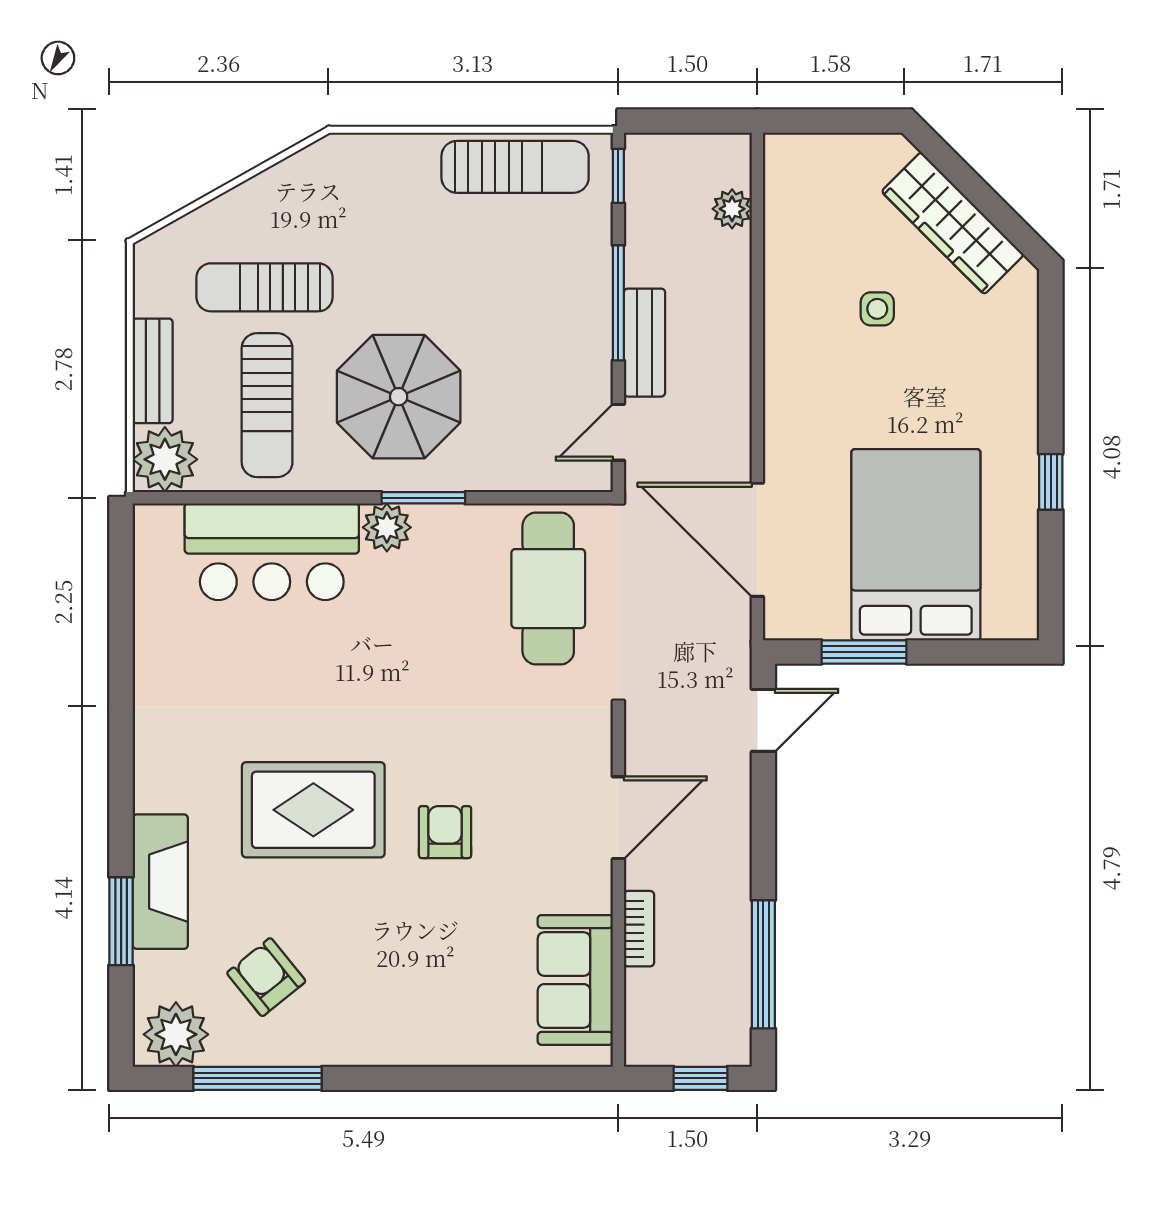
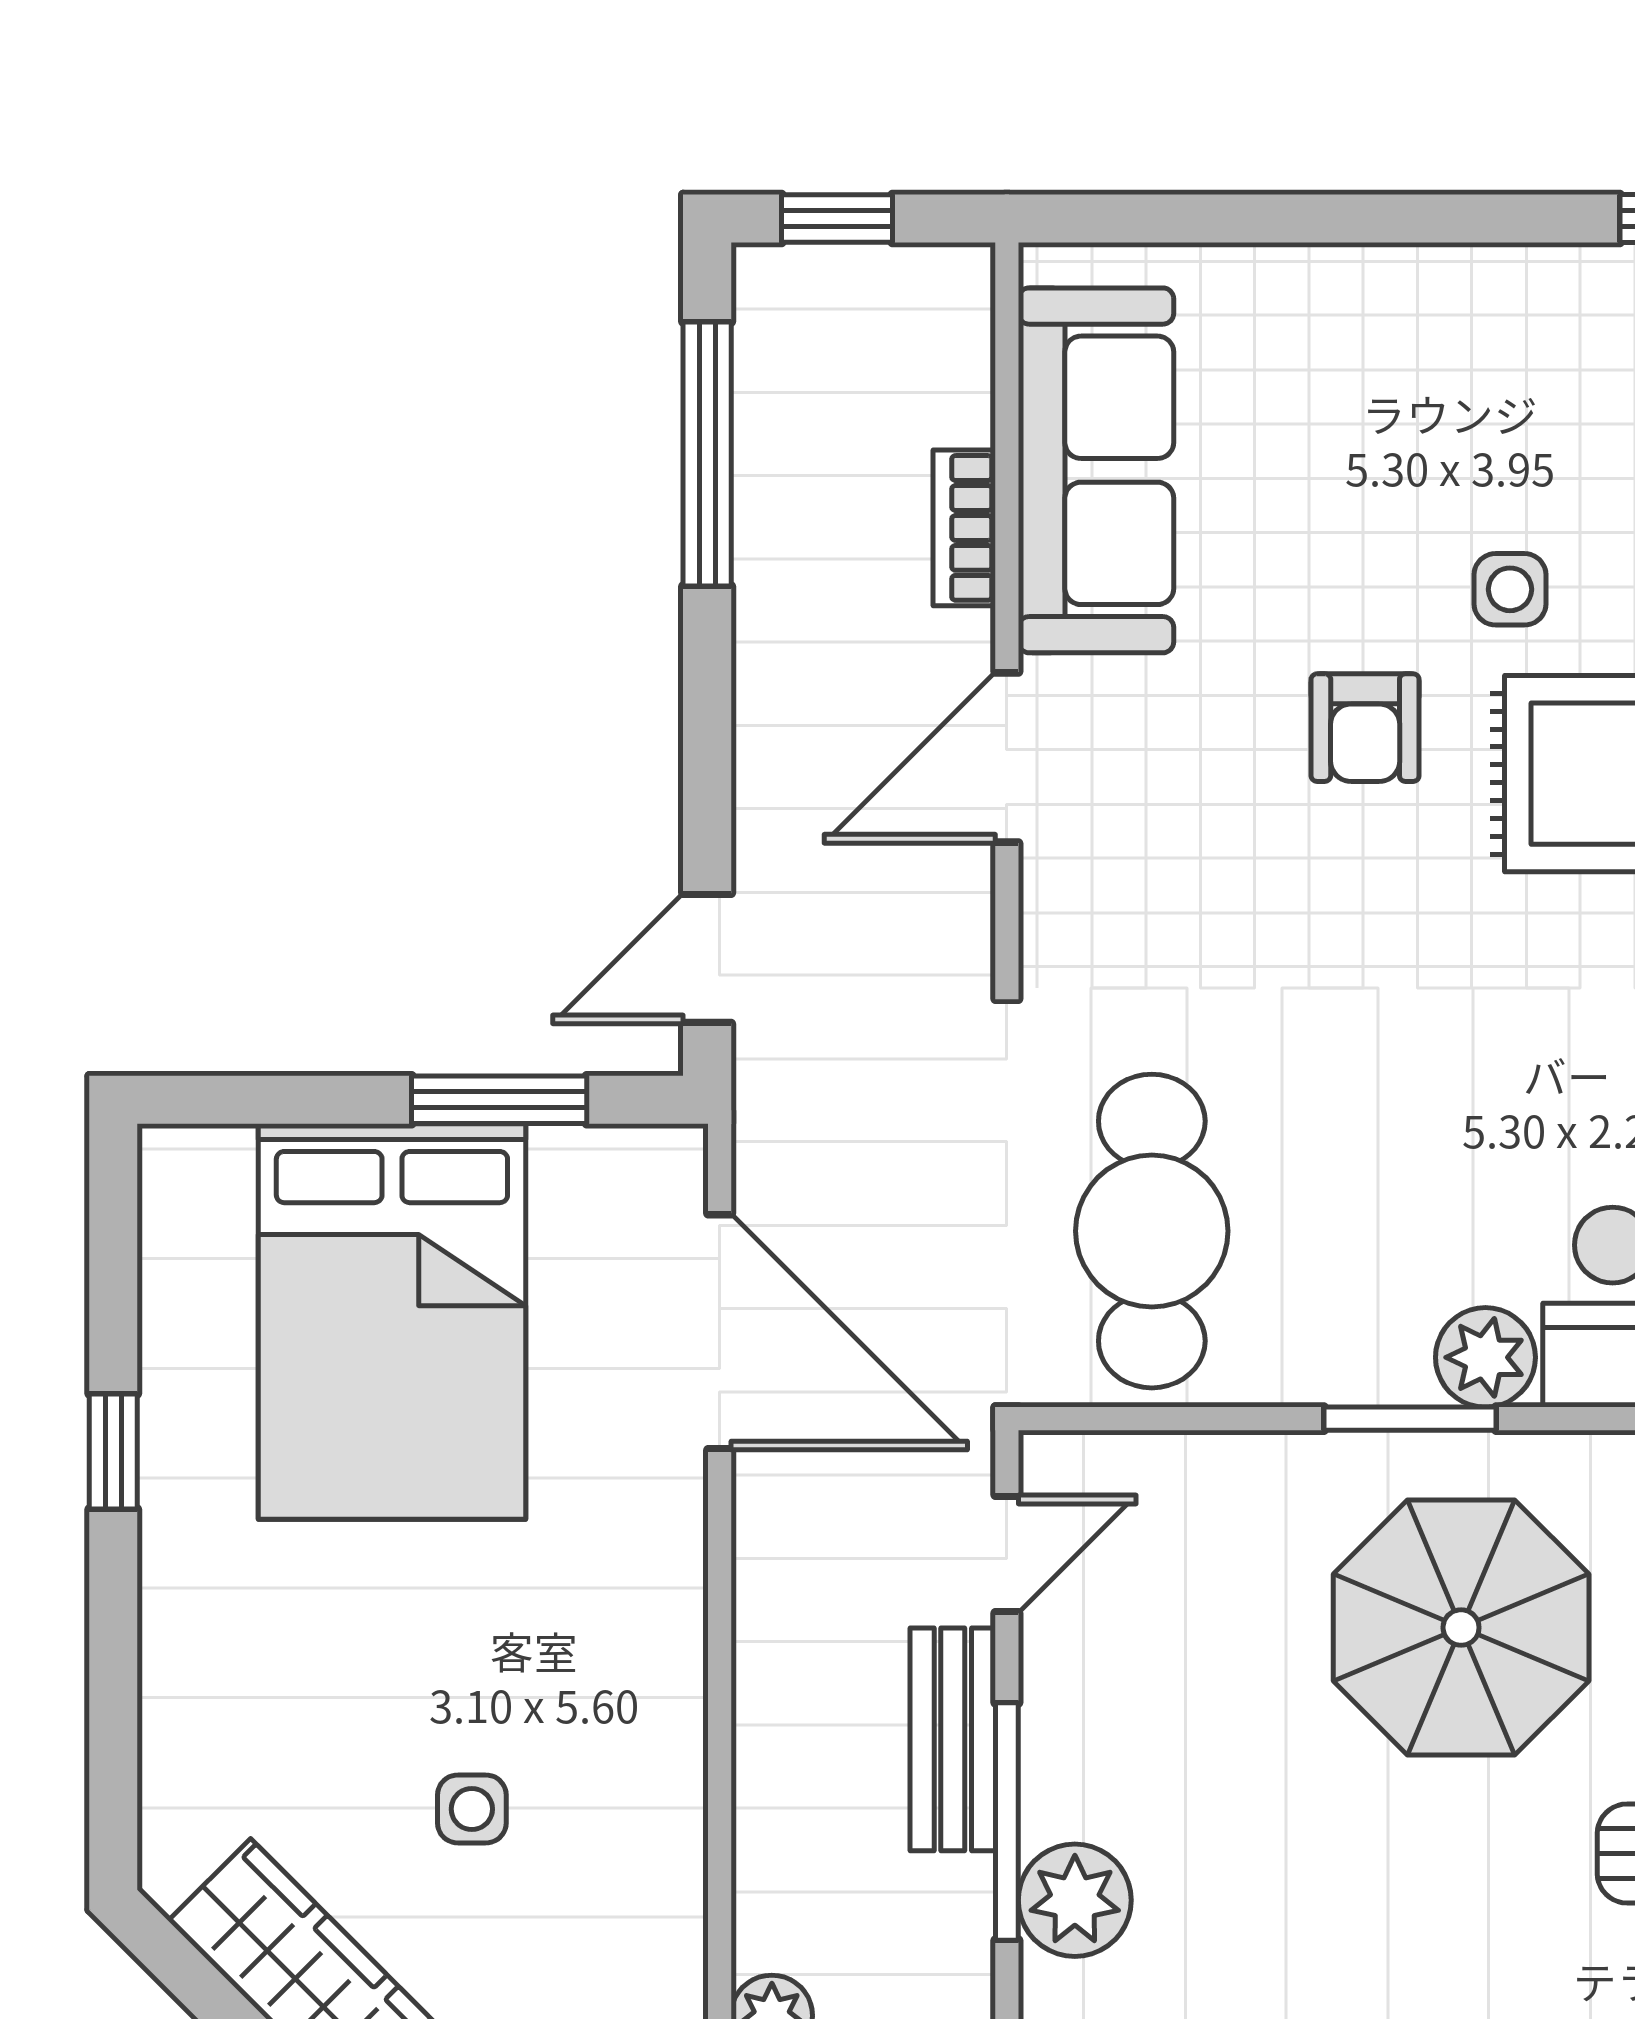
plant: (585, 265) -> (1075, 1900), added
side table: (375, 899) -> (1510, 589), added
sofa: (575, 980) -> (1096, 470), width x1.36

